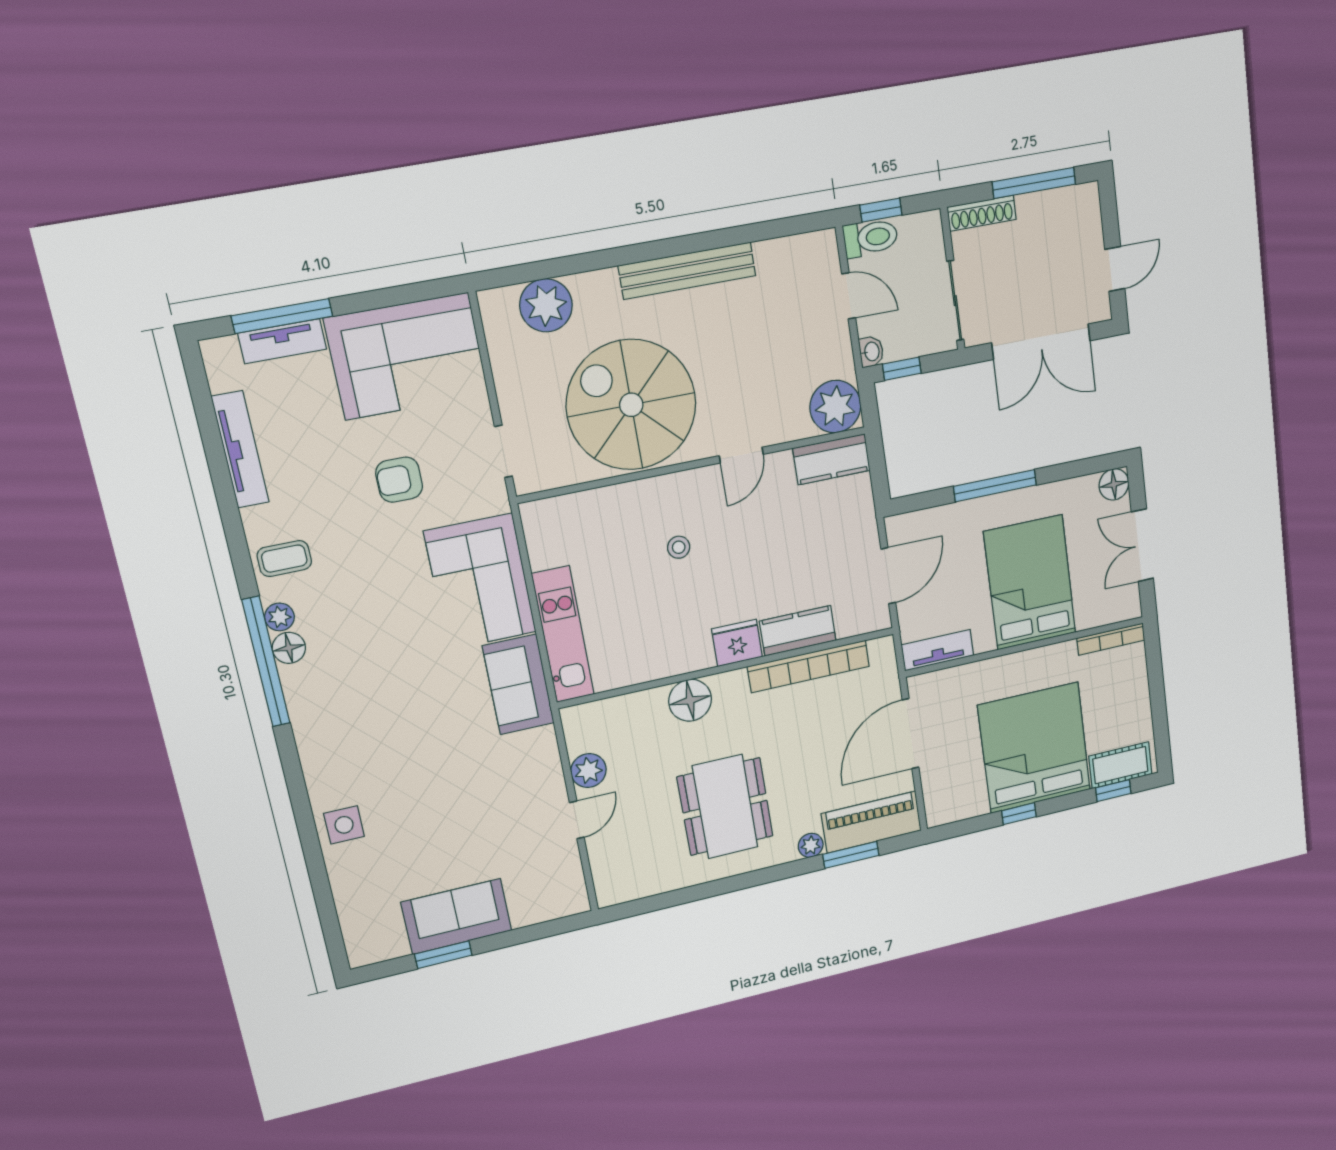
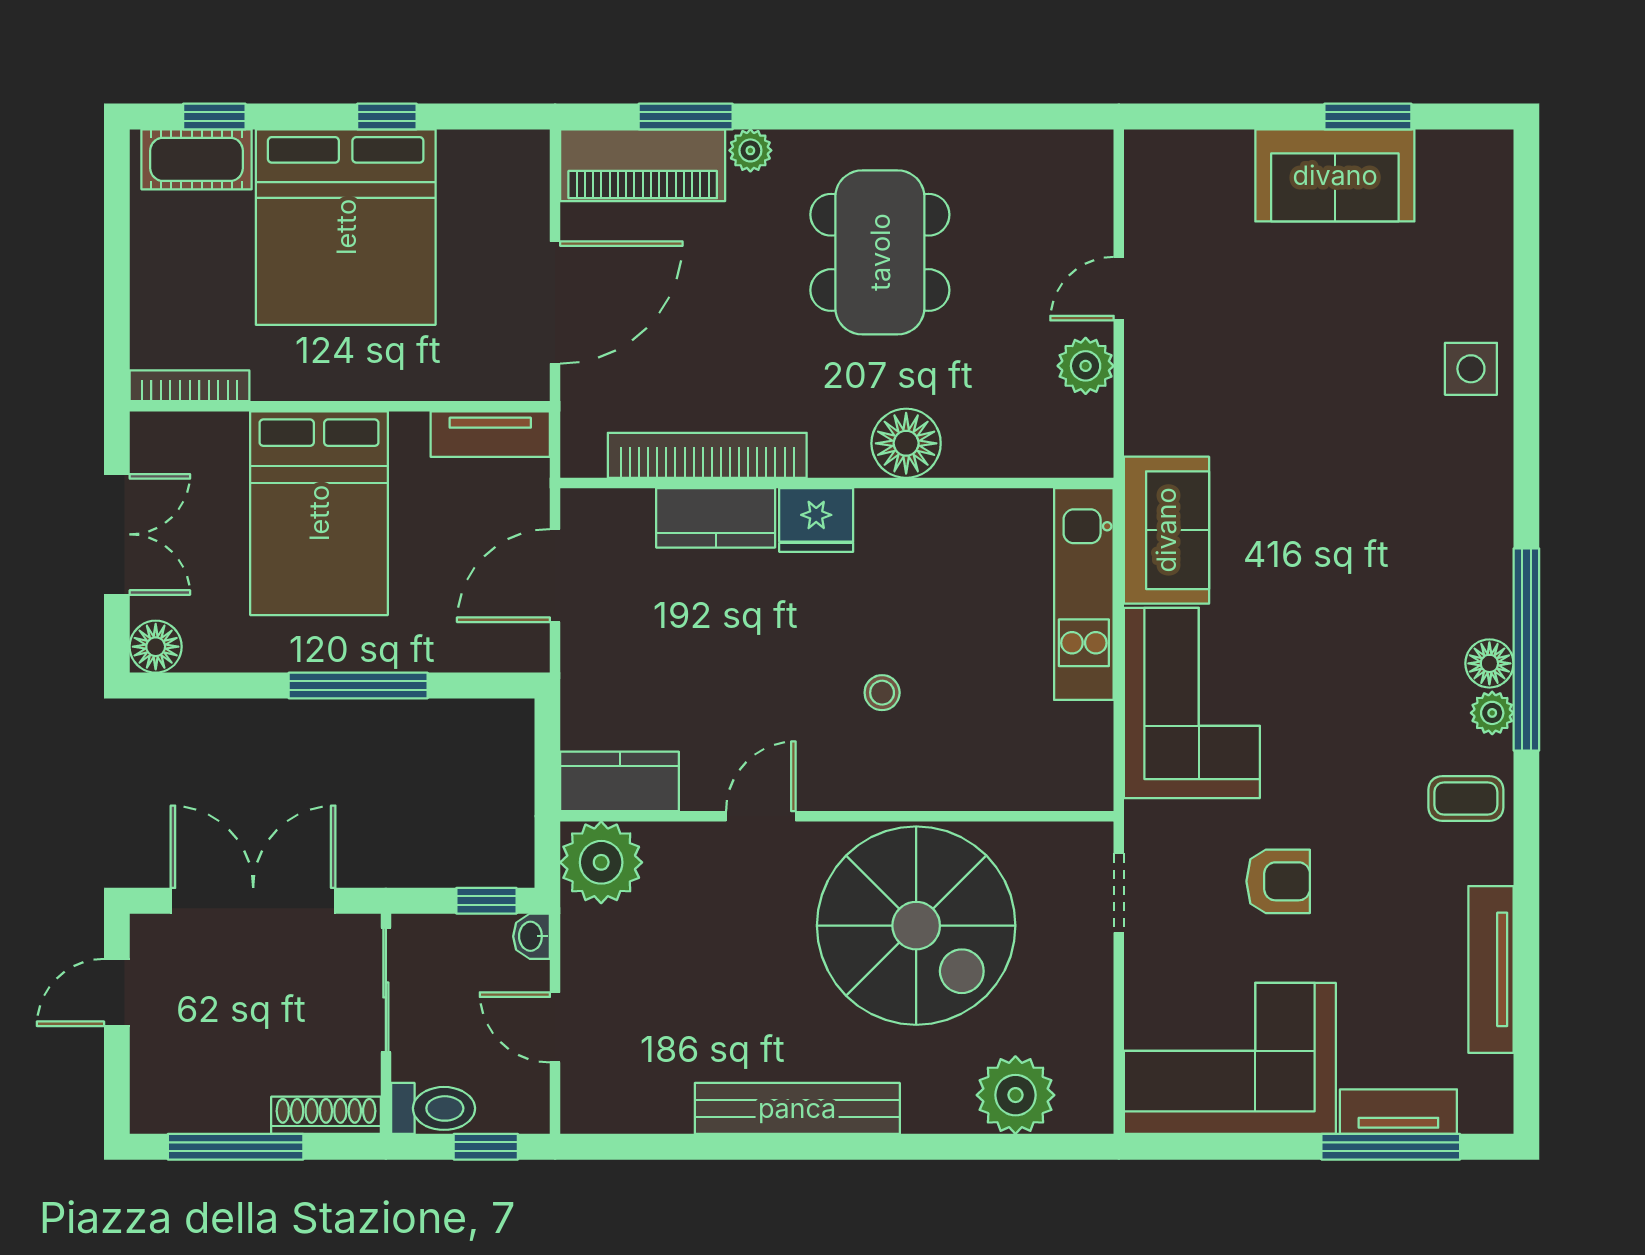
toilet: (871, 238) -> (433, 1108), moved, turned 180

